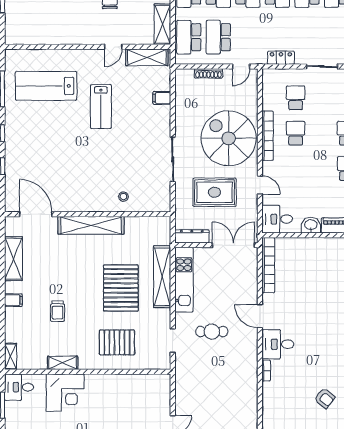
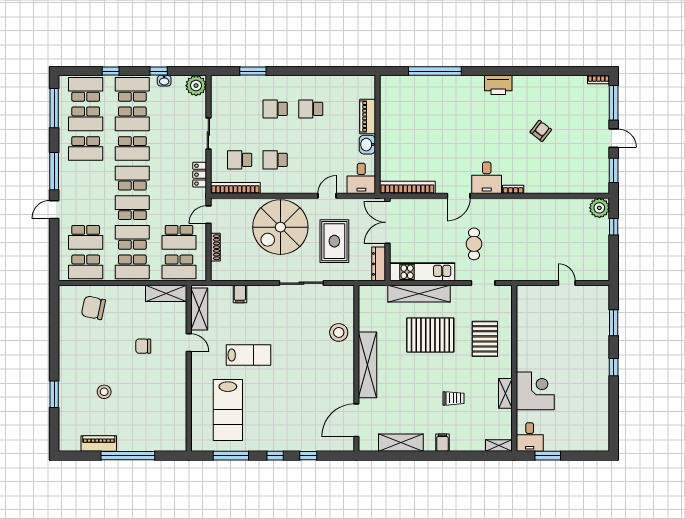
door: (241, 67) -> (208, 215), swing flipped
bookcase: (268, 136) -> (235, 188), moved
stool: (123, 197) -> (339, 332), width x1.89, depth x1.89

